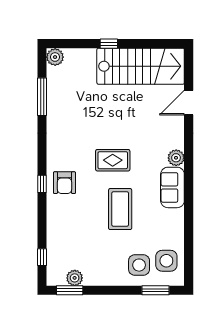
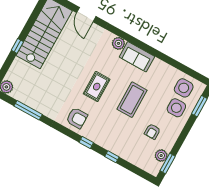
armchair: (64, 183) -> (77, 118), moved
coffee table: (120, 209) -> (132, 100), turned 90
armchair: (97, 253) -> (152, 131), added
window: (42, 257) -> (112, 157), moved

